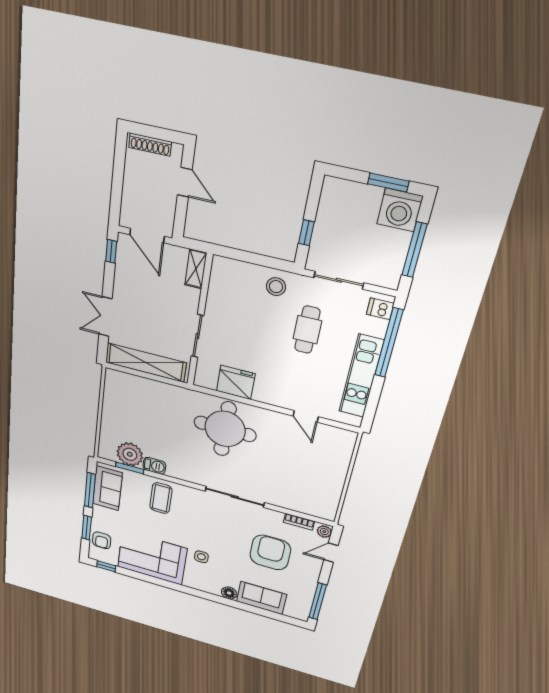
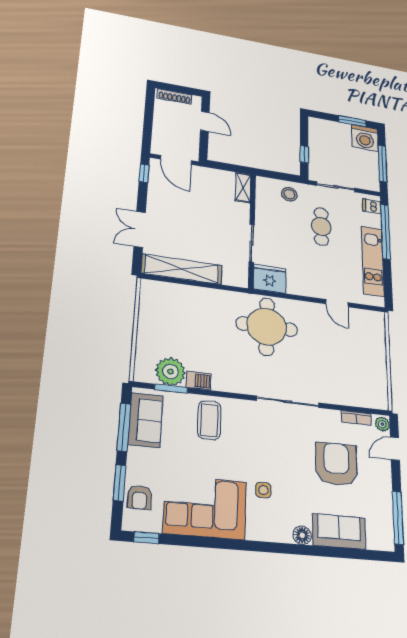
shelving: (196, 269) -> (243, 188), moved
wall: (200, 321) -> (252, 230), moved
sliding door: (197, 336) -> (252, 243), moved

